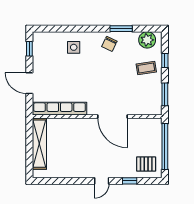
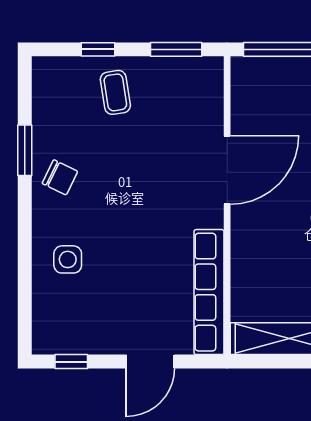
plant: (147, 40) -> (51, 90), removed

